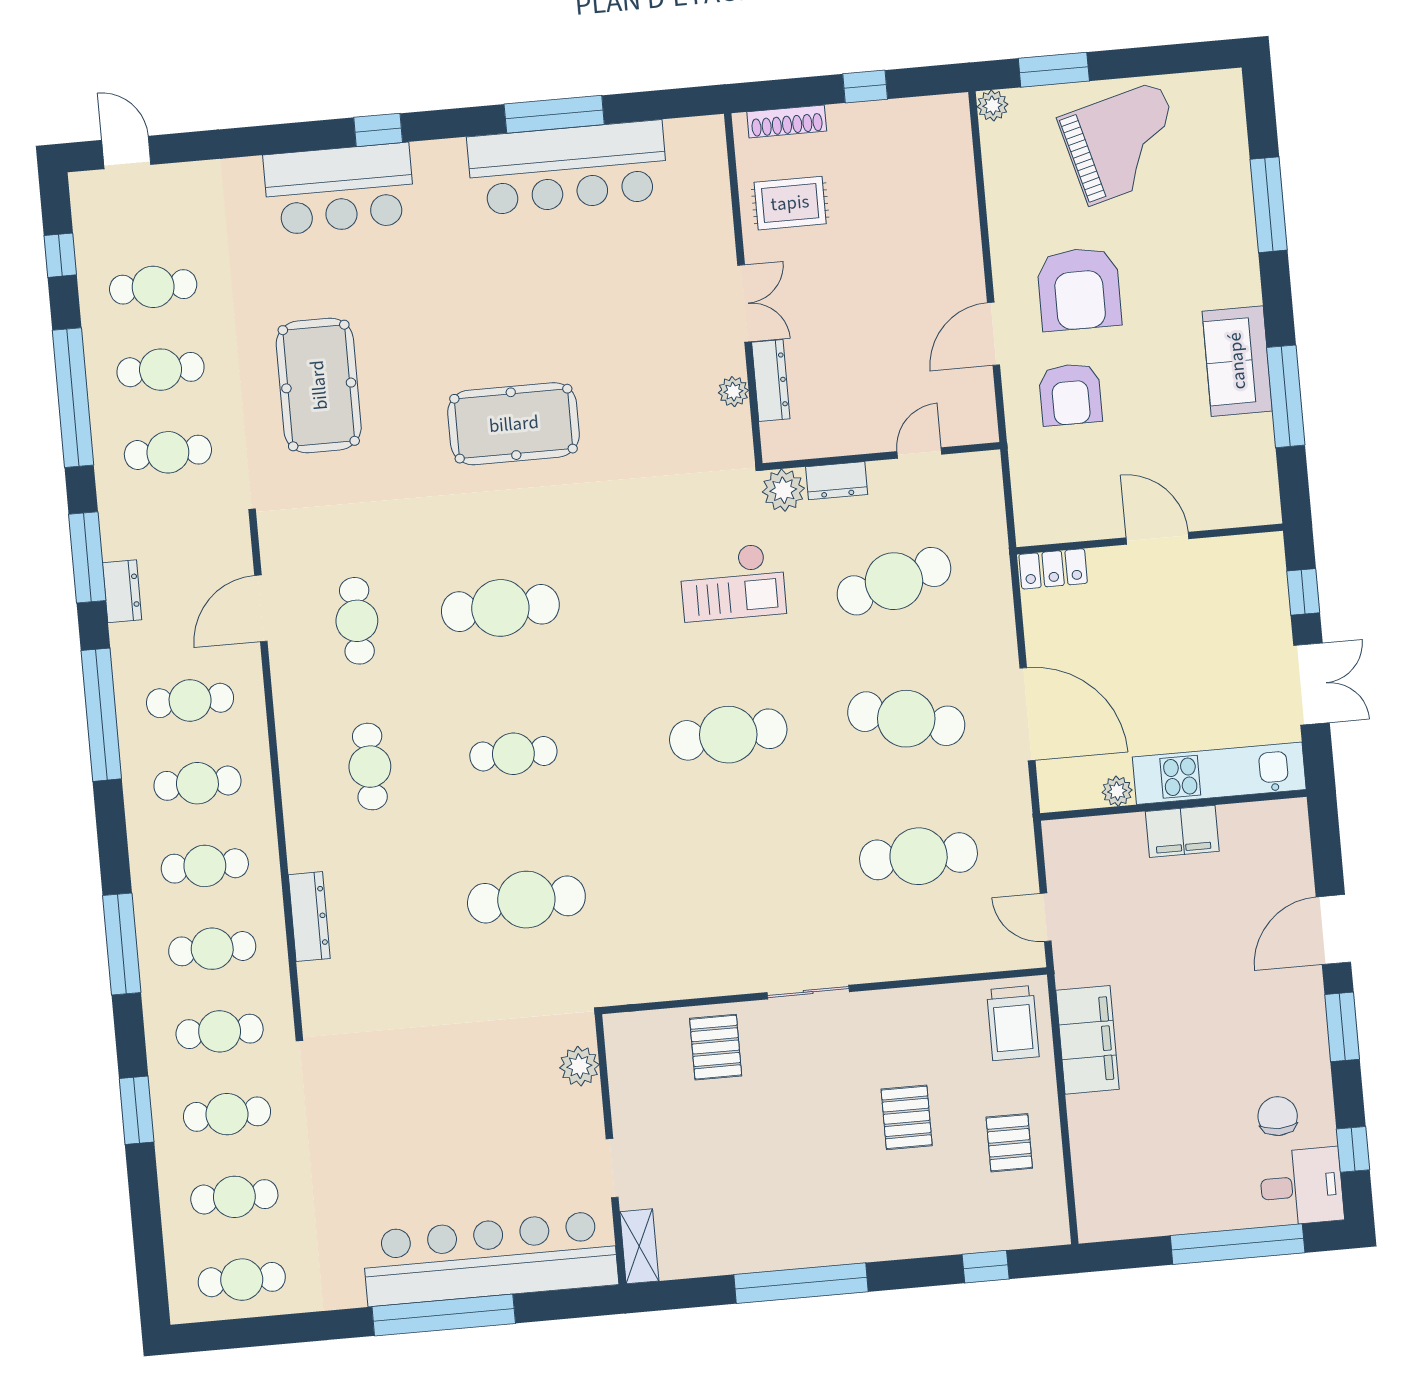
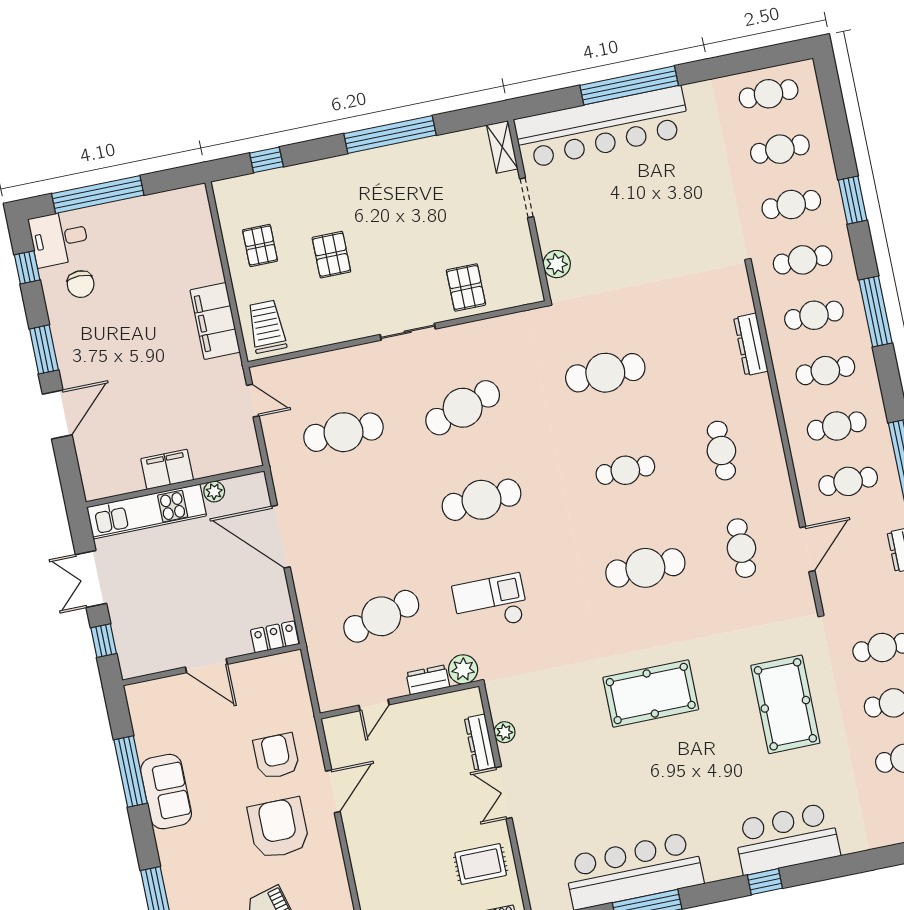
cafe table: (906, 719) -> (463, 408), moved, turned -33

